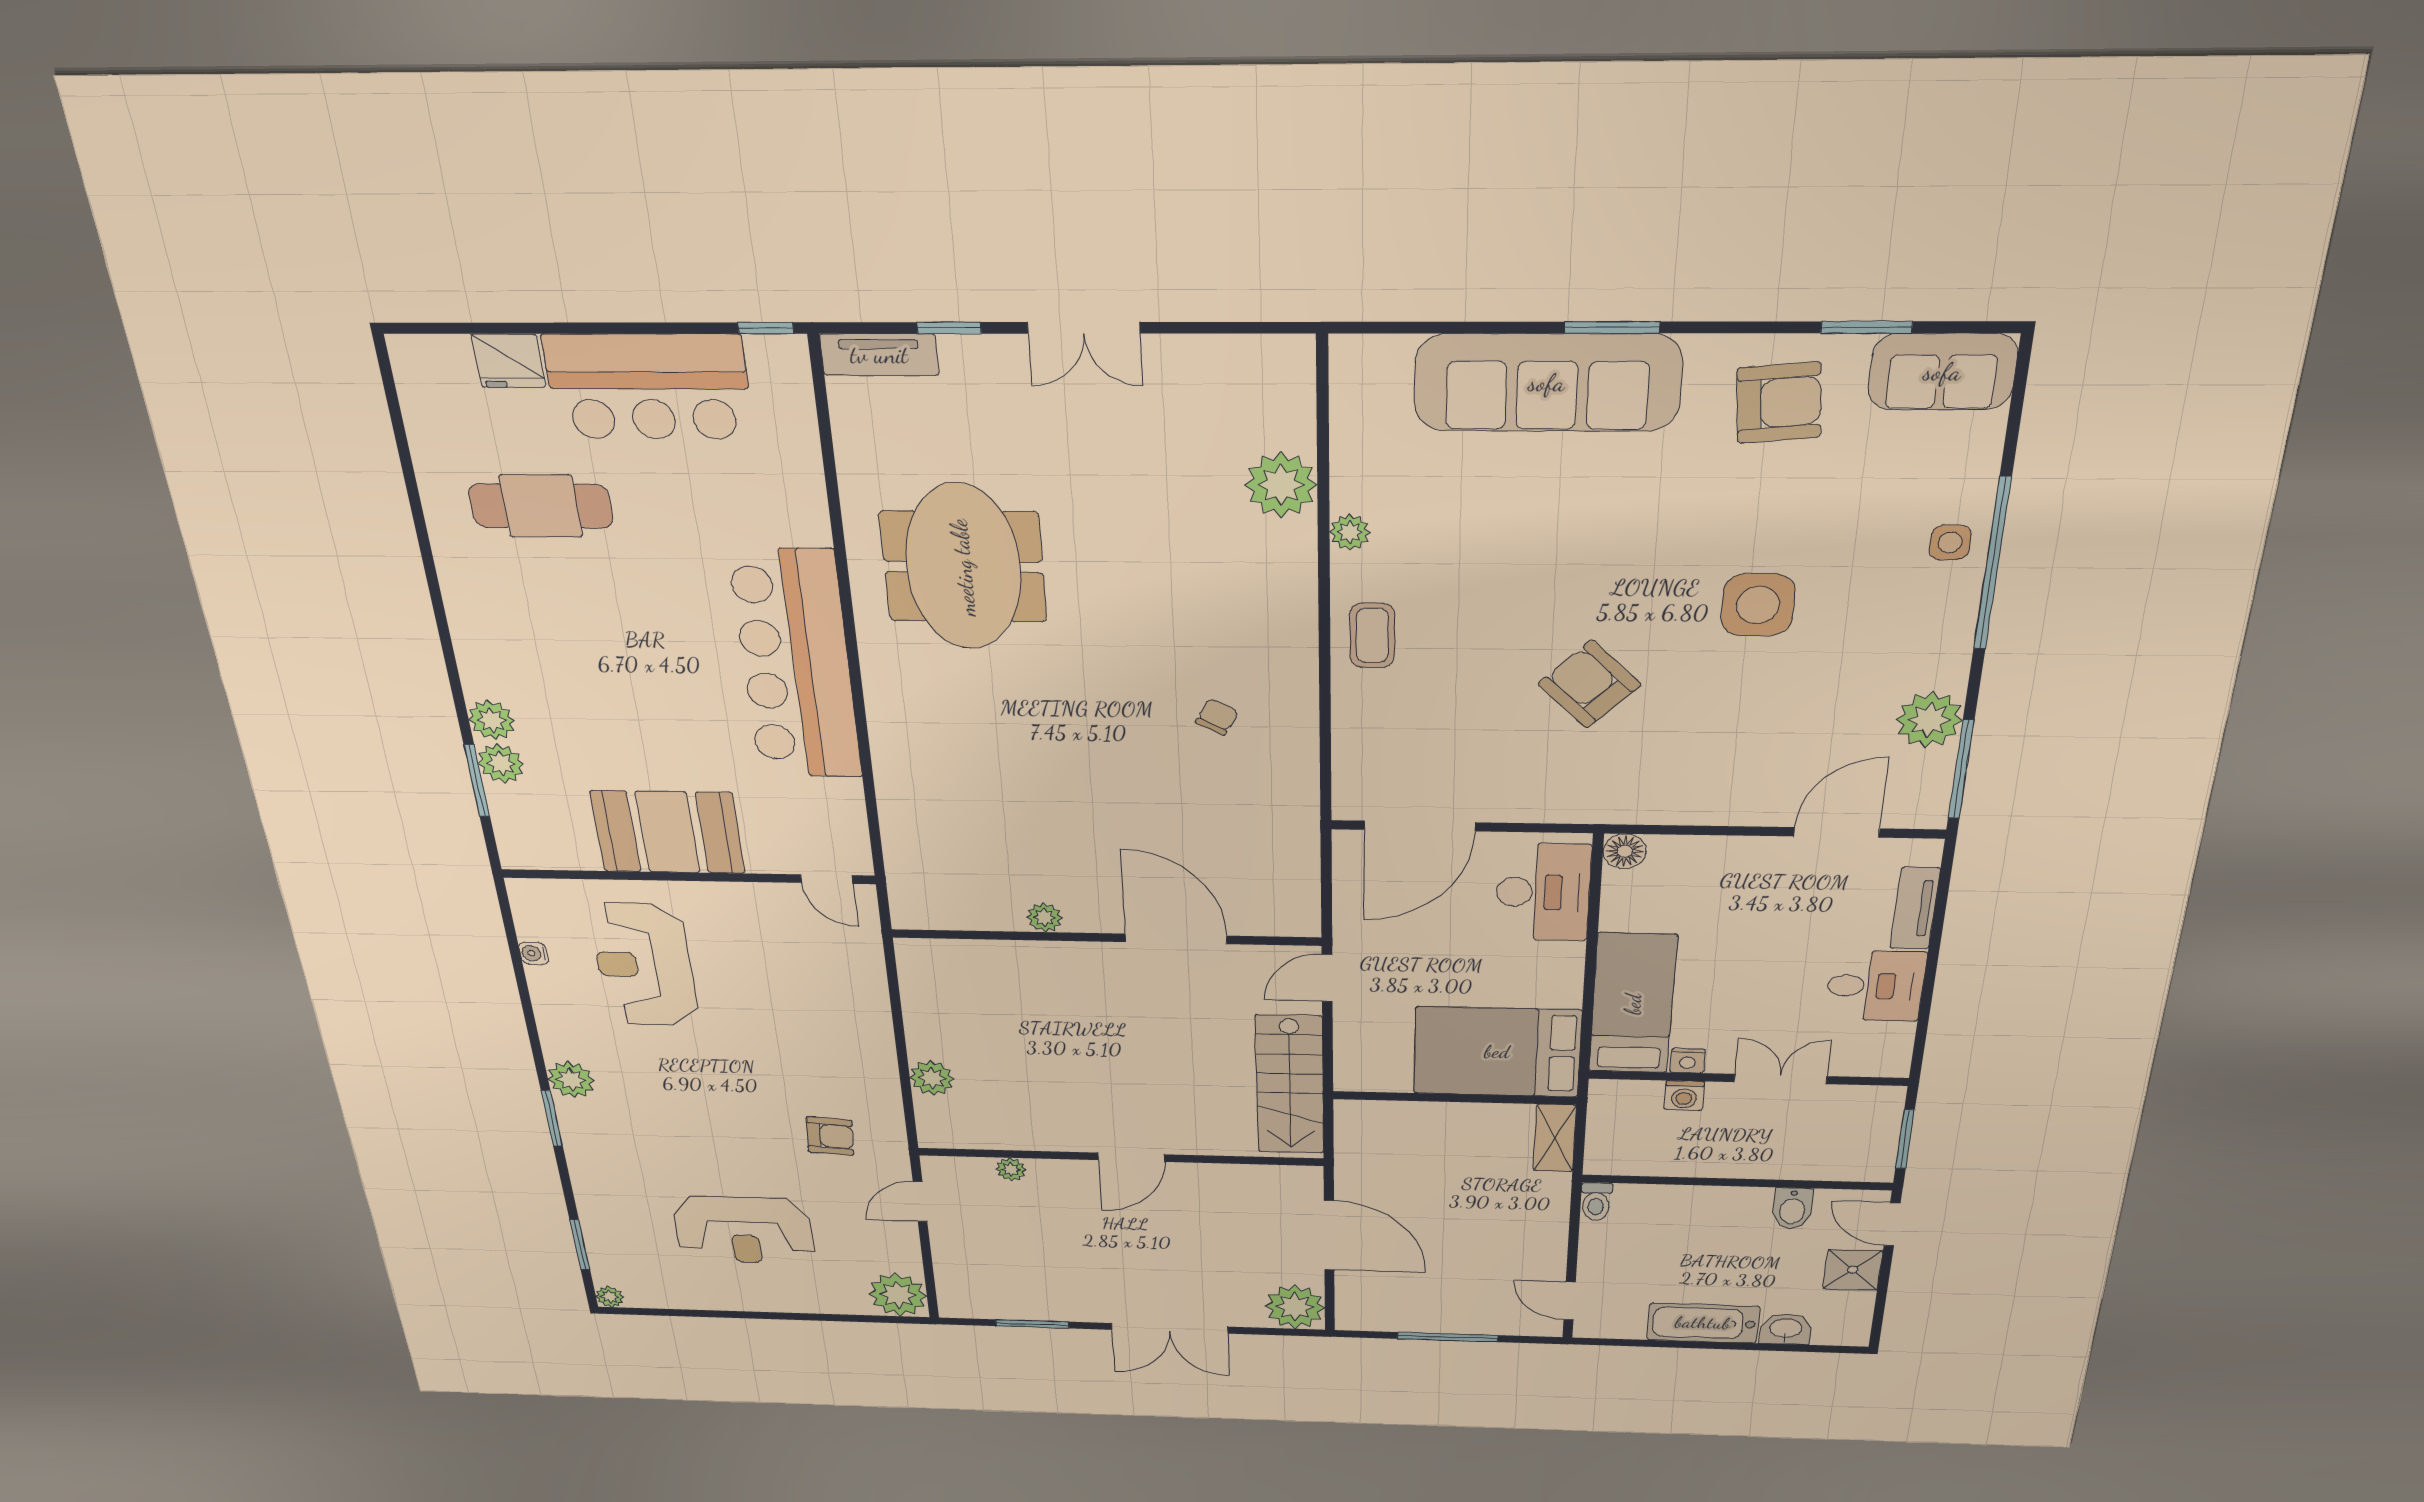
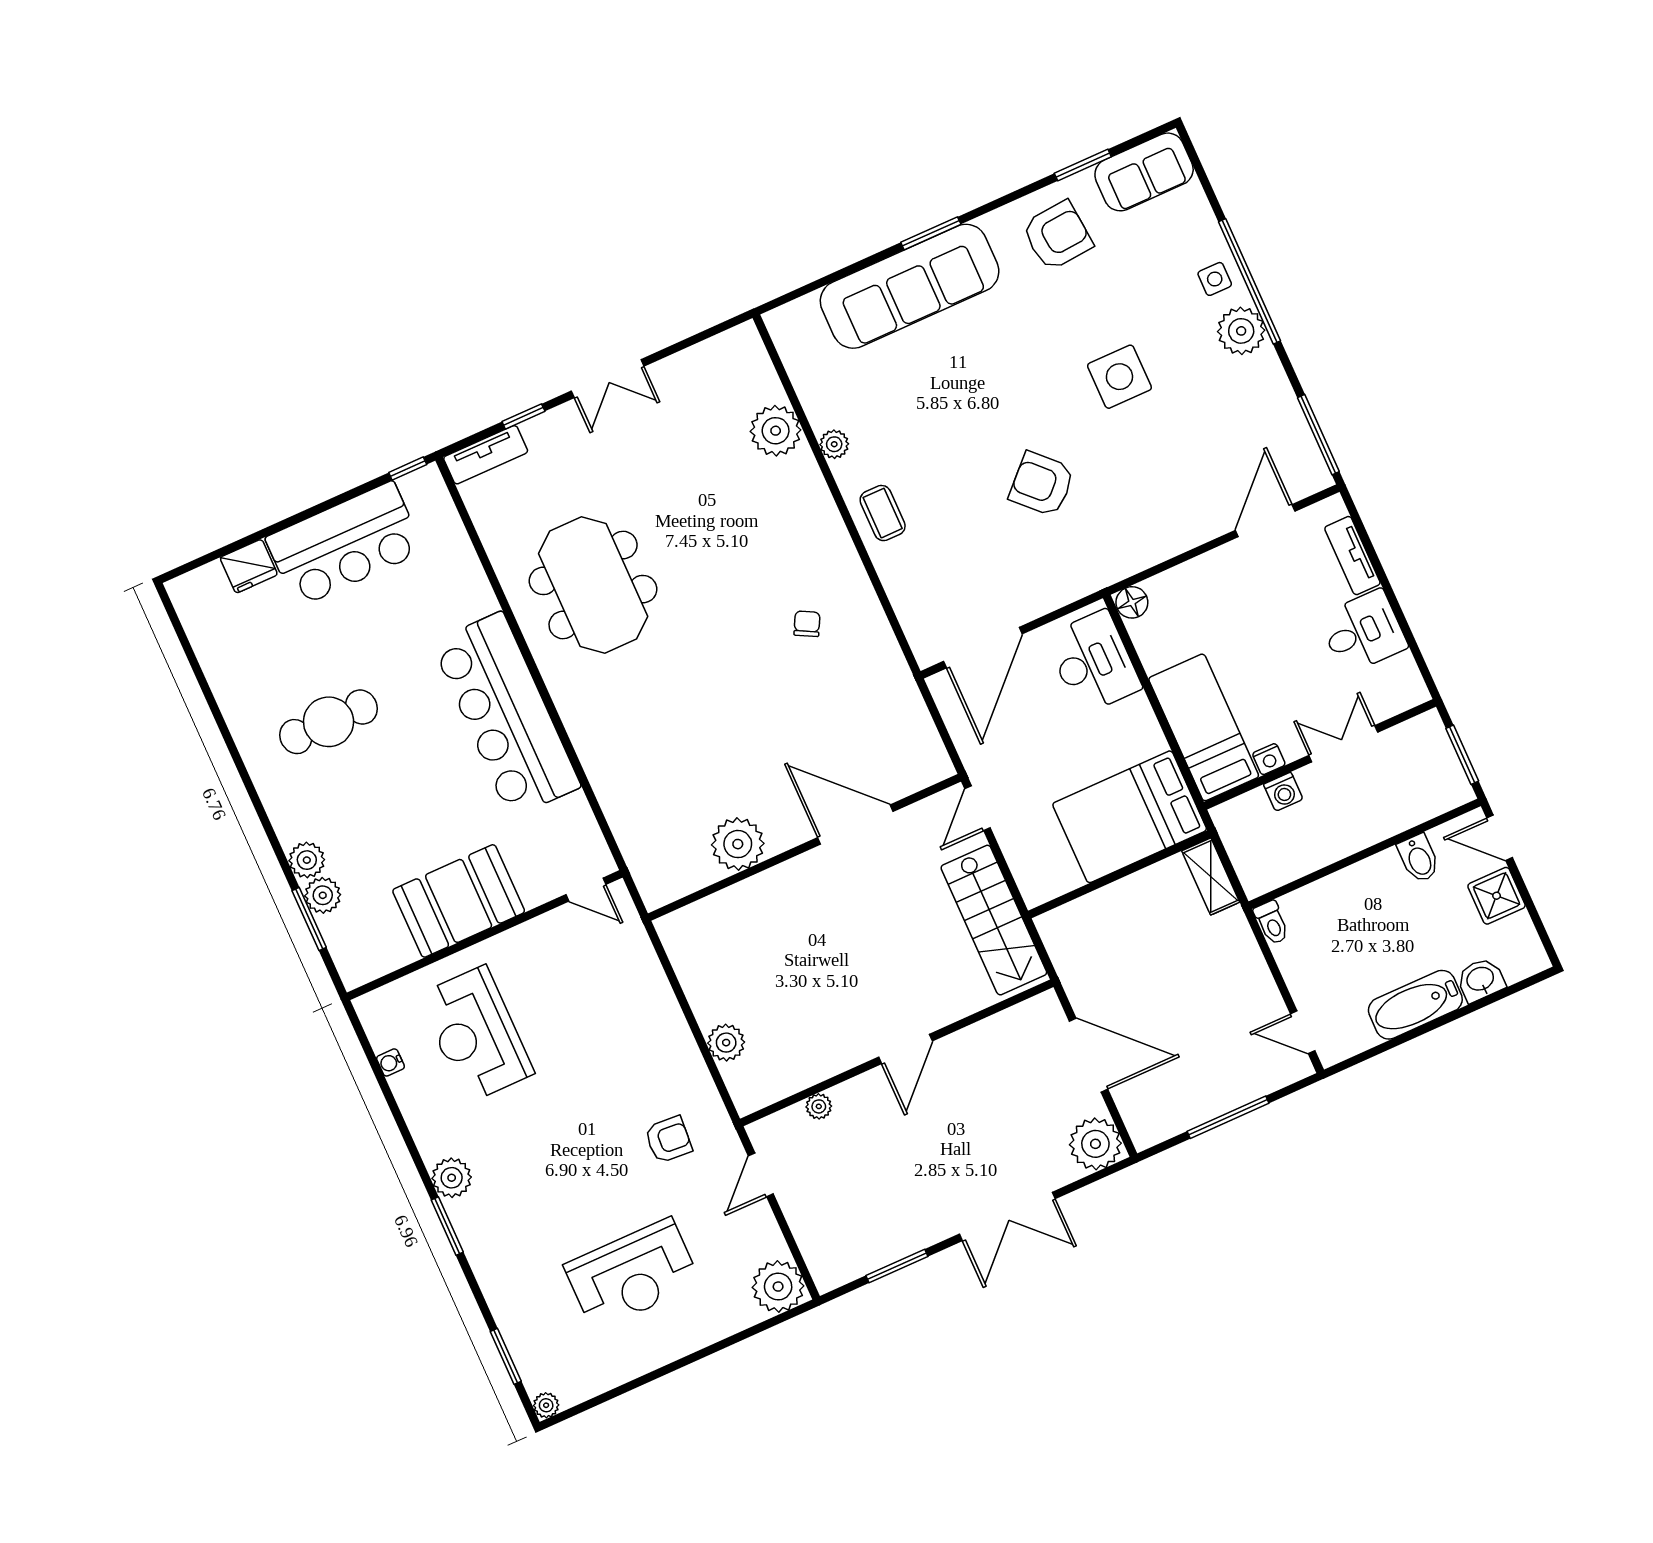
cafe table: (541, 506) -> (329, 722), moved
plant: (1929, 720) -> (1241, 331), moved
plant: (1044, 918) -> (738, 844), width x1.88, depth x1.88

